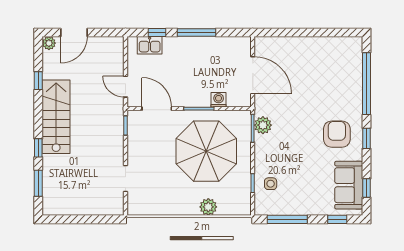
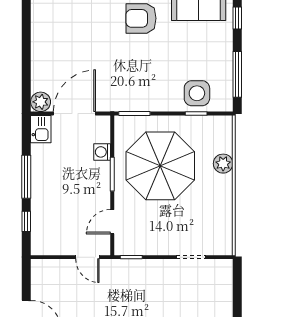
kitchen sink: (150, 45) -> (41, 129), moved
door: (125, 87) -> (87, 257), hinge flipped
door: (157, 109) -> (112, 222), width x0.73
plant: (263, 125) -> (41, 102), moved
side table: (271, 184) -> (197, 93), width x1.87, depth x1.87

